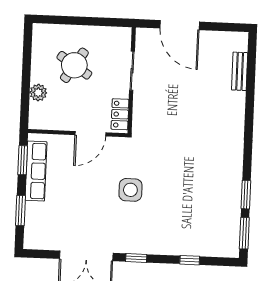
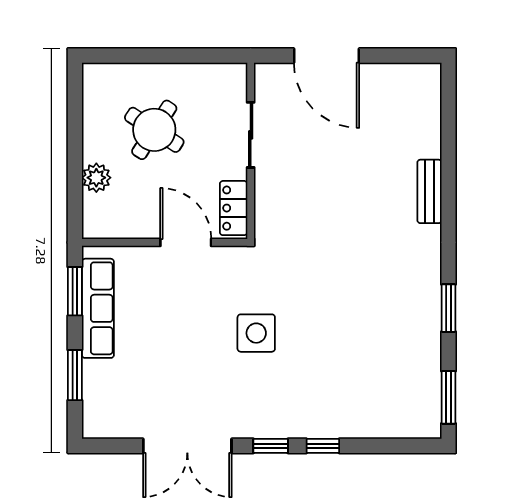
bench: (240, 71) -> (429, 191), moved
door: (90, 134) -> (186, 242), swing flipped
window: (246, 195) -> (449, 308), moved
window: (190, 260) -> (323, 446), moved

